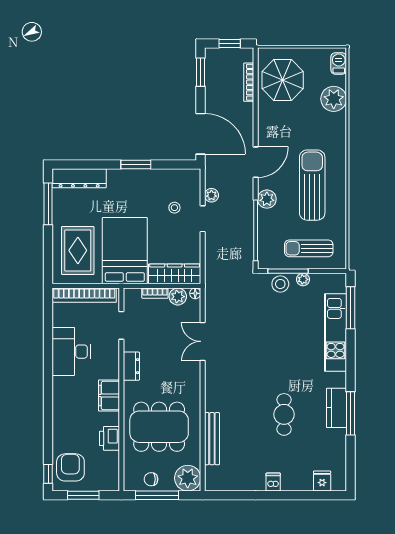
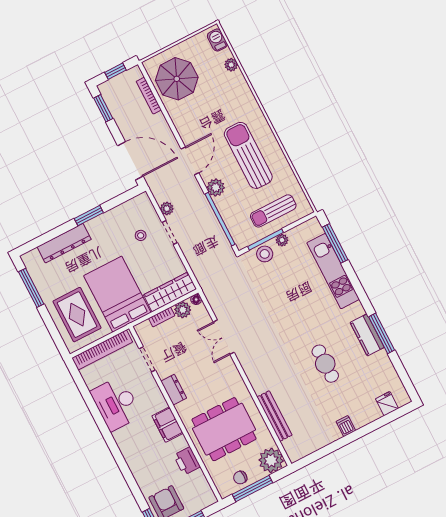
plant: (334, 99) -> (231, 65), width x0.53, depth x0.53
dresser: (79, 178) -> (64, 243), moved

